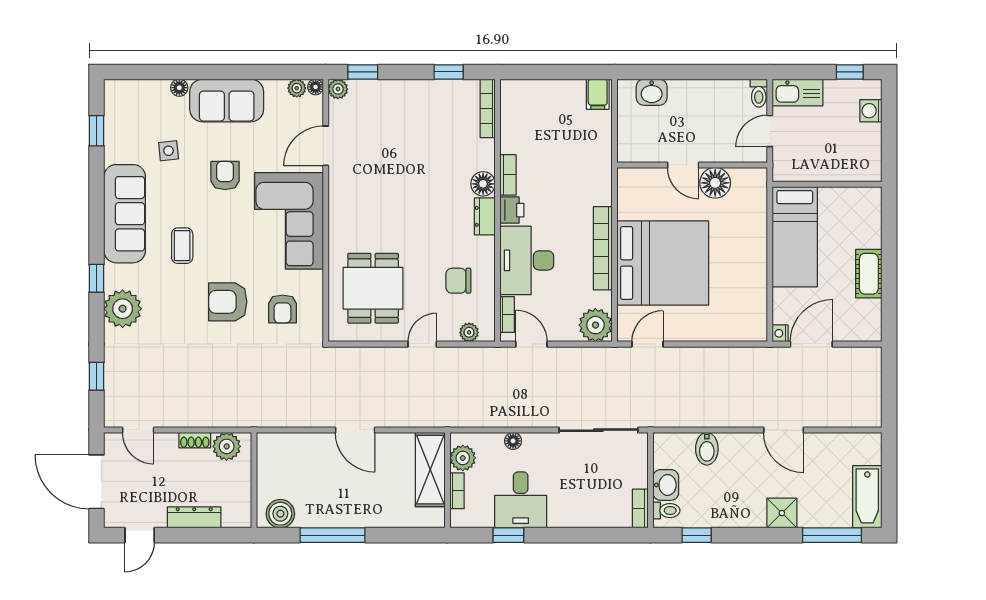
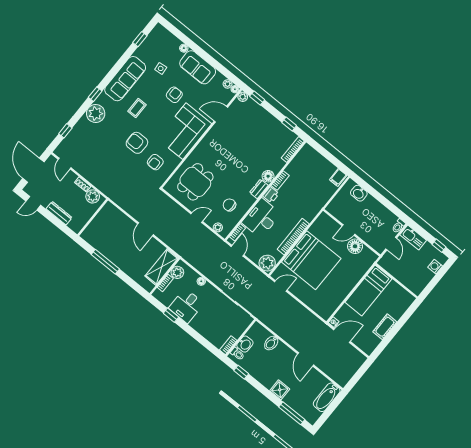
door: (770, 131) -> (391, 243), swing flipped
door: (683, 165) -> (348, 230), hinge flipped
bathtub: (867, 497) -> (327, 397), moved
boiler: (280, 514) -> (92, 238), removed

